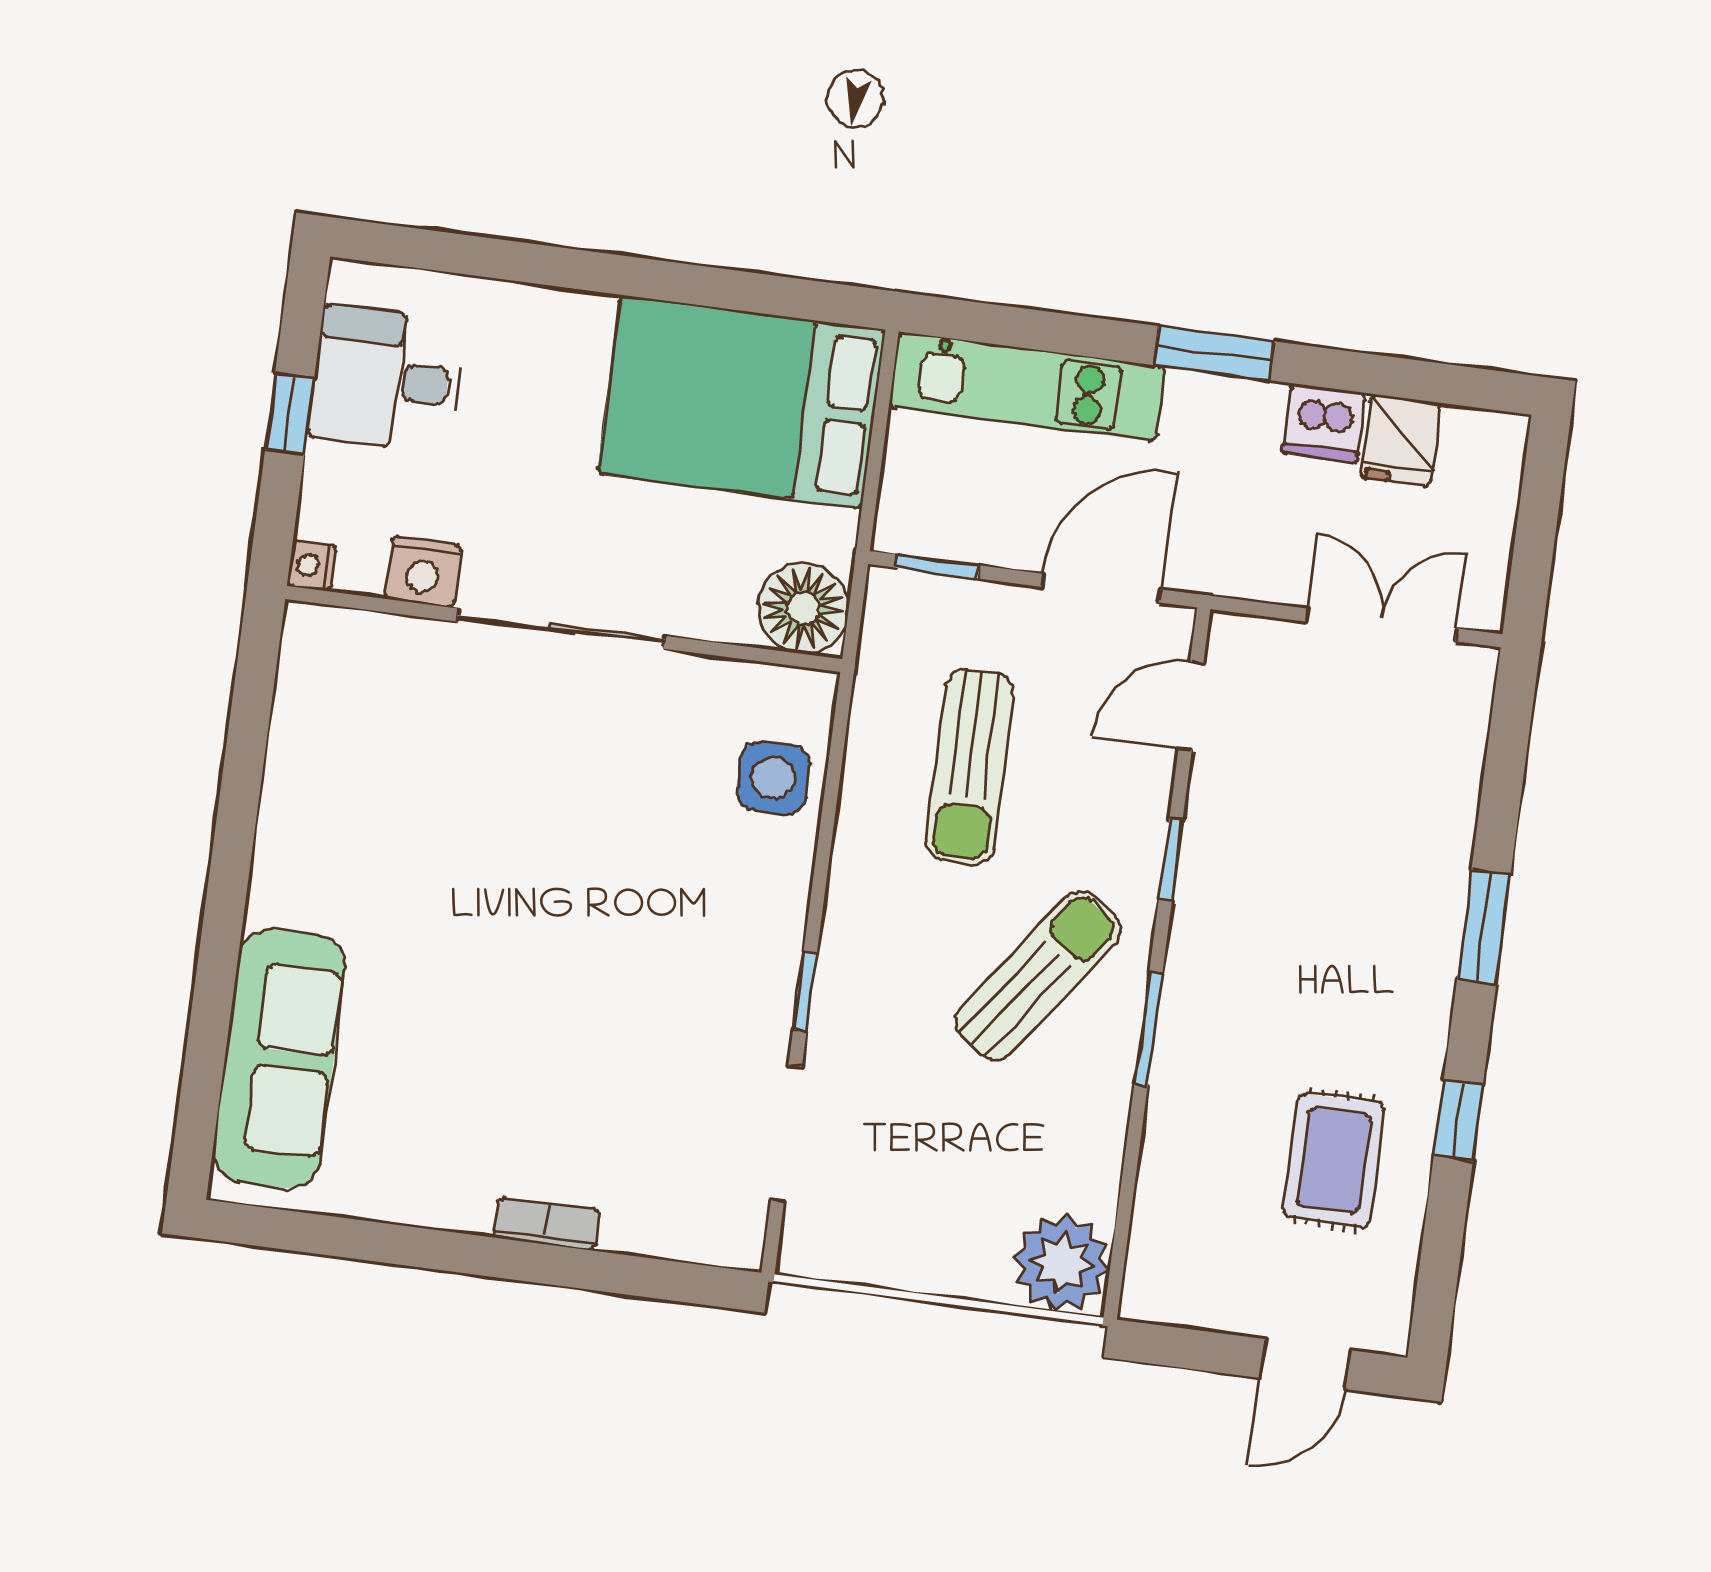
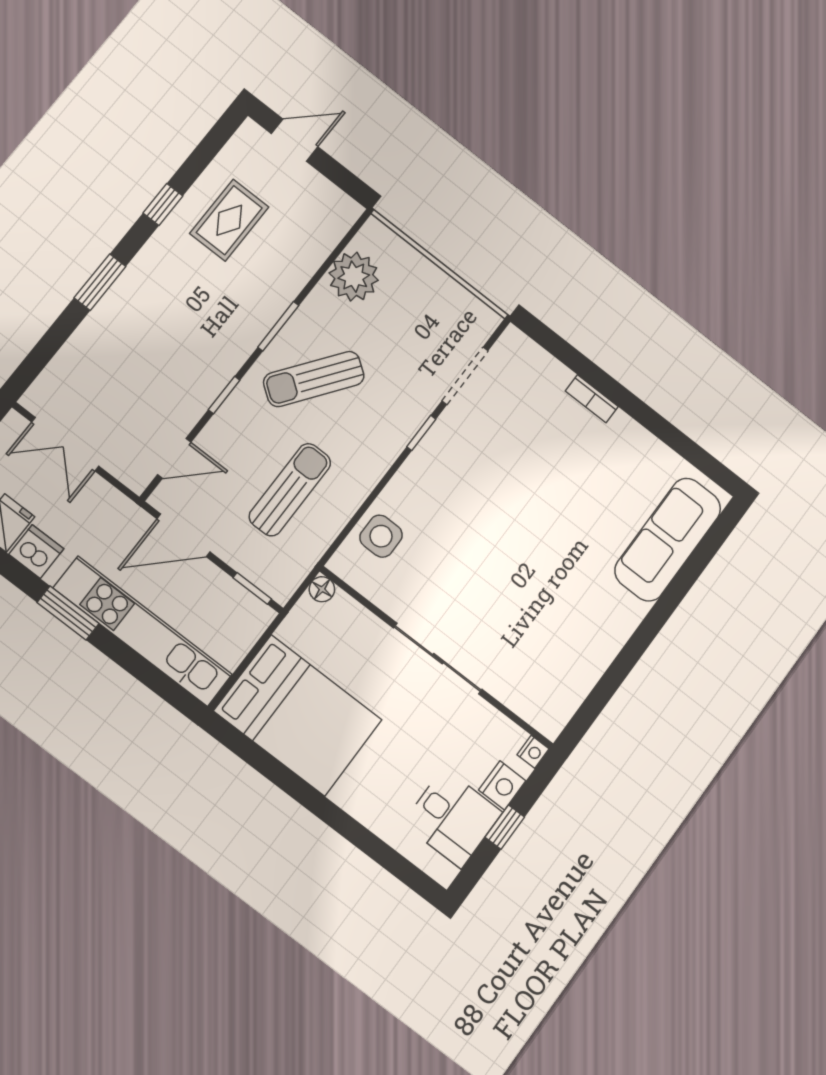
kitchen unit: (1027, 387) -> (143, 631), width x1.36
nightstand: (423, 572) -> (502, 785), moved, turned 90
floor lamp: (803, 608) -> (322, 589), width x0.53, depth x0.53
plant: (1062, 1263) -> (354, 277), moved

